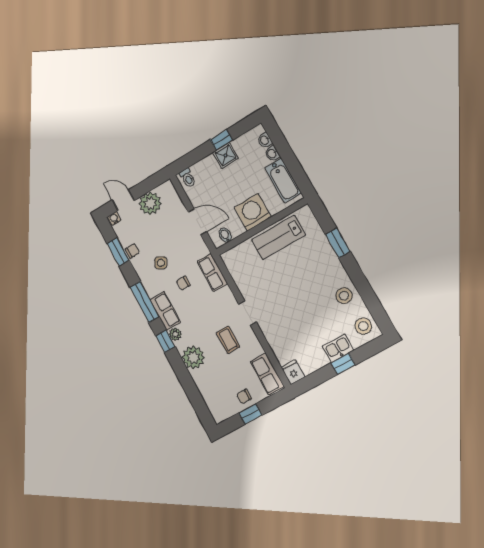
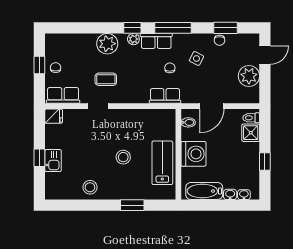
shower: (225, 155) -> (251, 133), moved
water cooler: (114, 218) -> (255, 39), removed
doorway: (247, 313) -> (98, 106), moved
stool: (363, 326) -> (123, 157), moved

